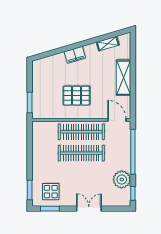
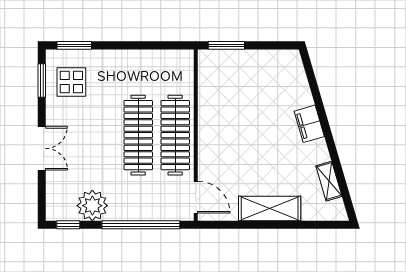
pallet: (76, 96) -> (238, 127), removed
door: (117, 120) -> (196, 197), hinge flipped

